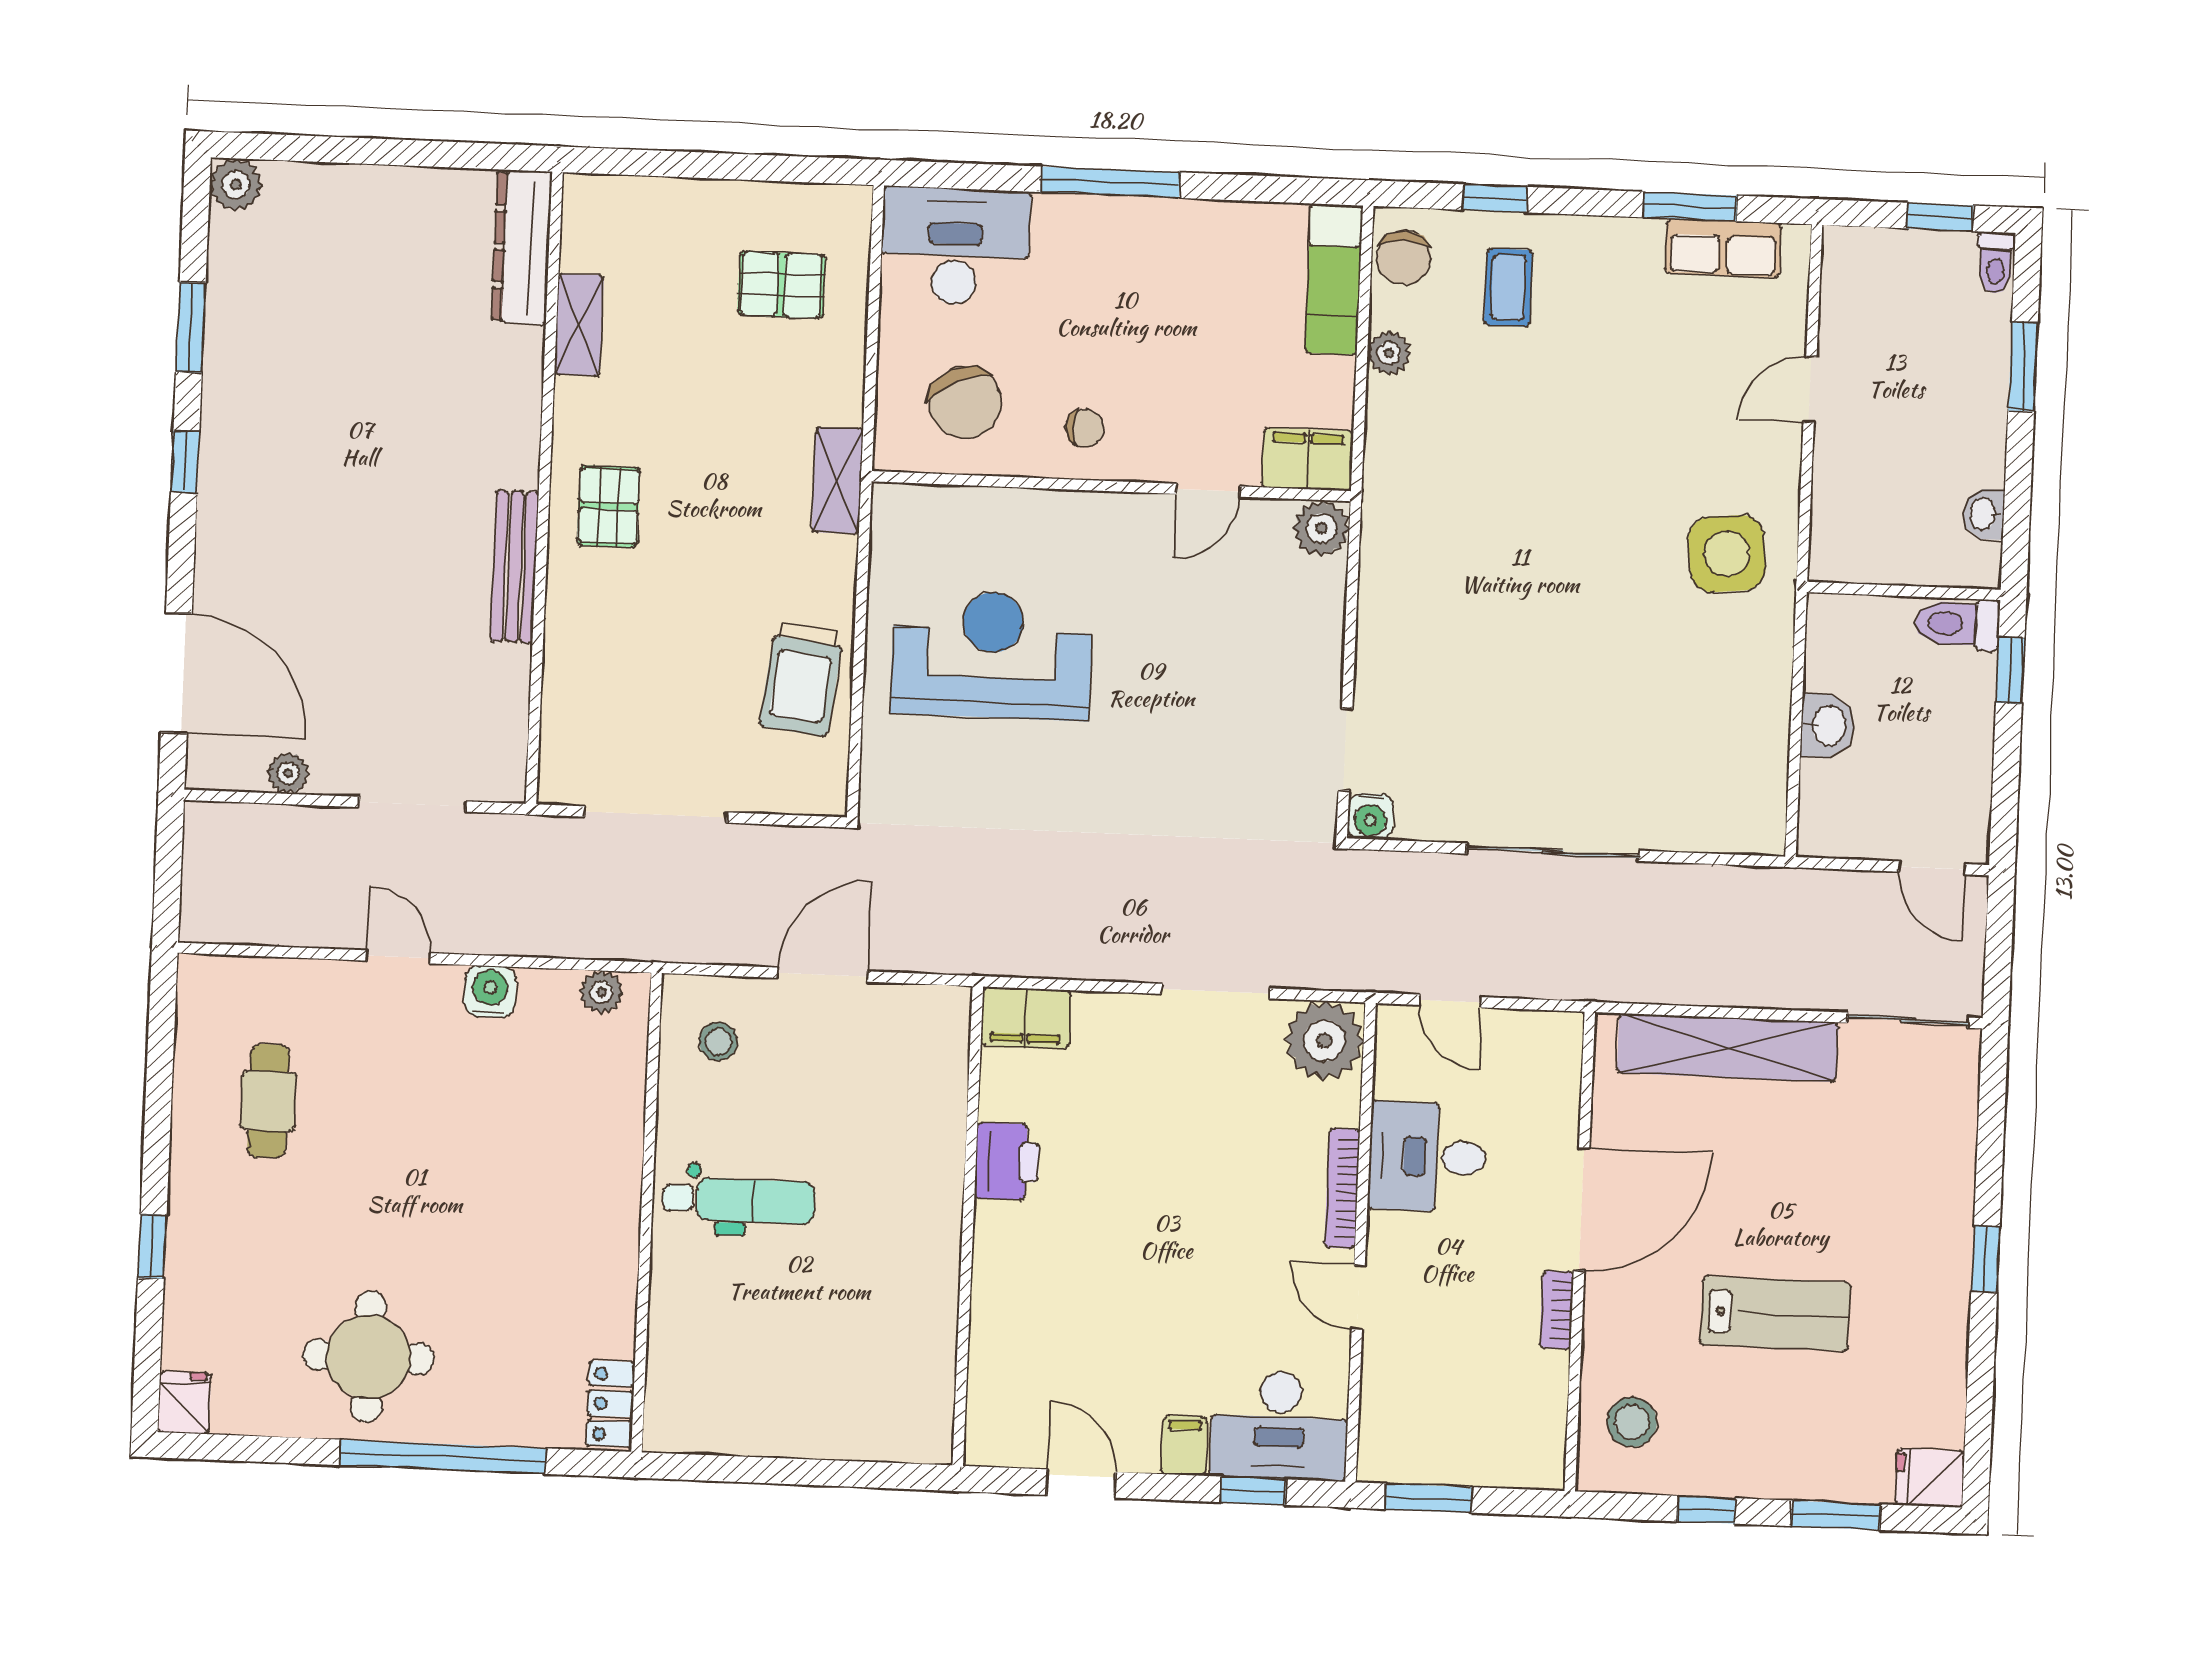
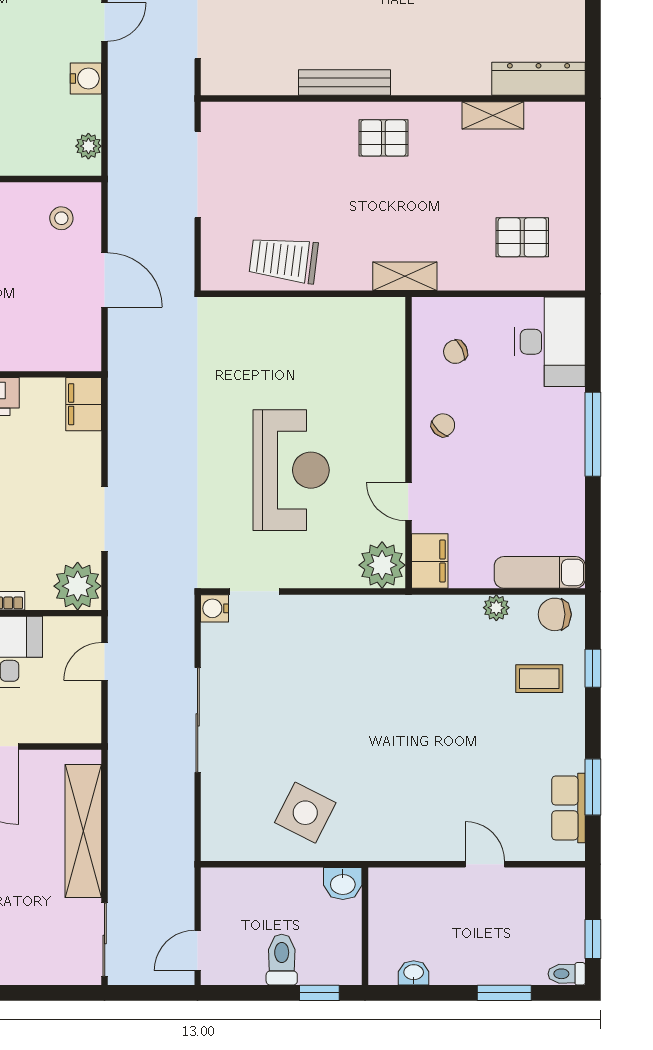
pallet: (781, 285) -> (522, 237), turned 90
chair: (965, 403) -> (455, 352), width x0.54, depth x0.54
chair: (1085, 428) -> (443, 425), turned -137
plant: (1321, 528) -> (382, 565), width x1.36, depth x1.36
side table: (1727, 554) -> (305, 813), moved, turned 33
toilet: (1957, 624) -> (282, 960), moved
reception desk: (992, 655) -> (291, 470), moved
washbasin: (1828, 726) -> (343, 884), moved

